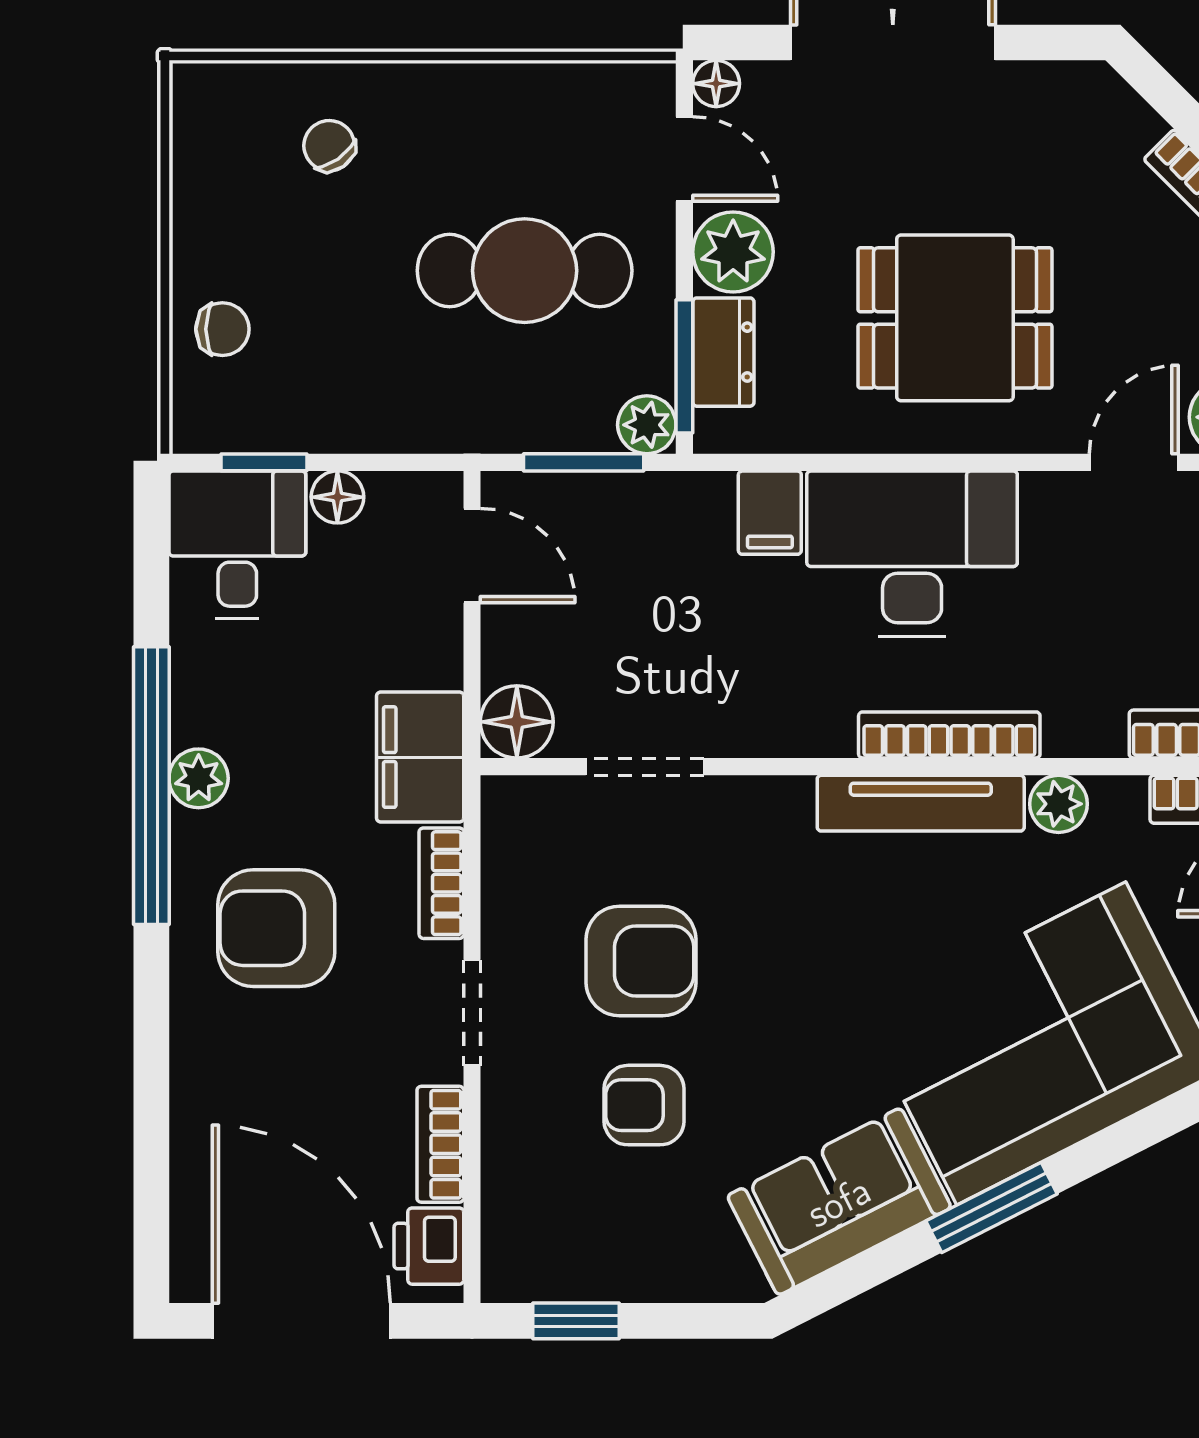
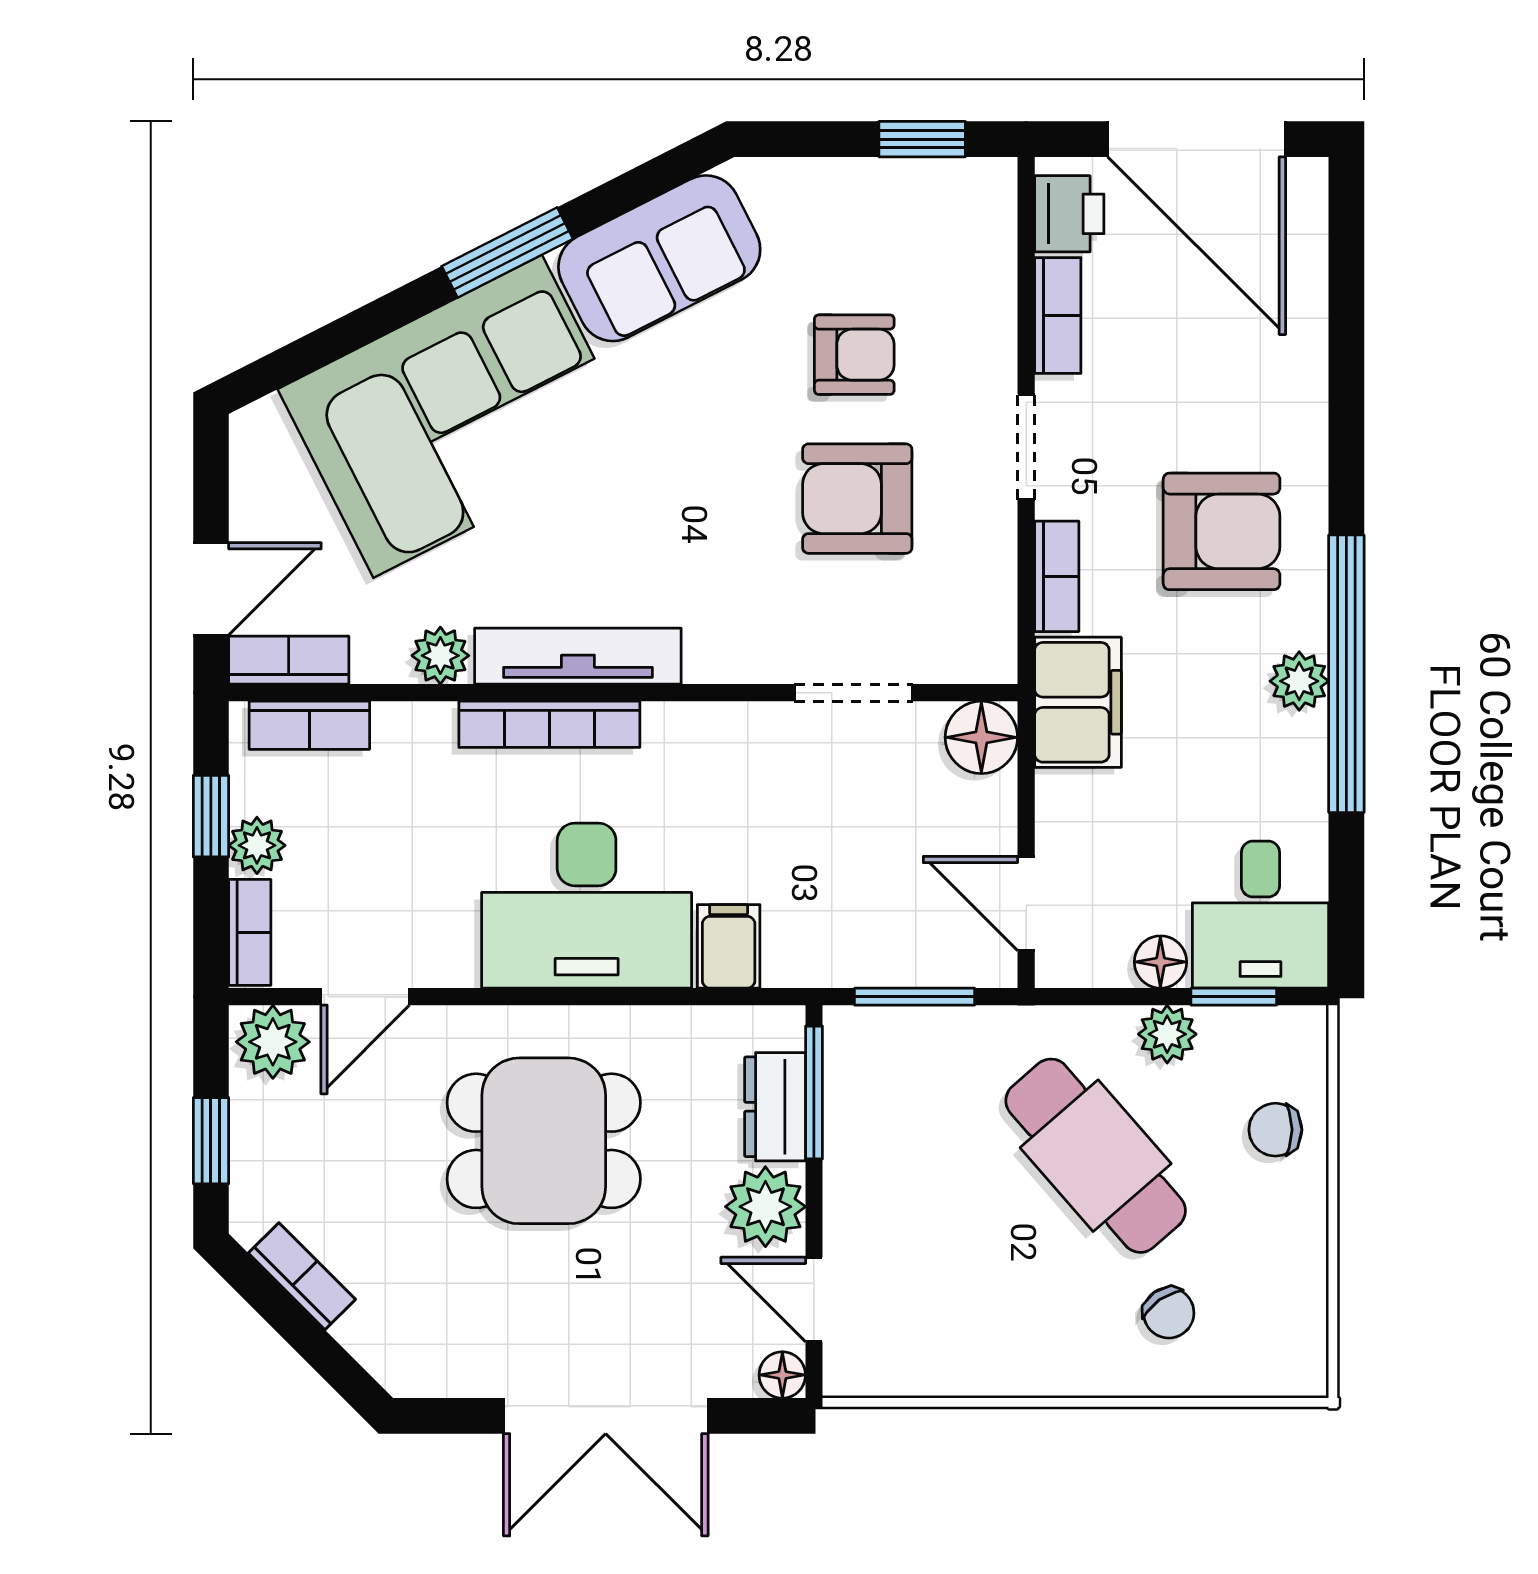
cafe table: (525, 271) -> (1096, 1156), moved, turned 49
plant: (647, 425) -> (1167, 1034), moved

